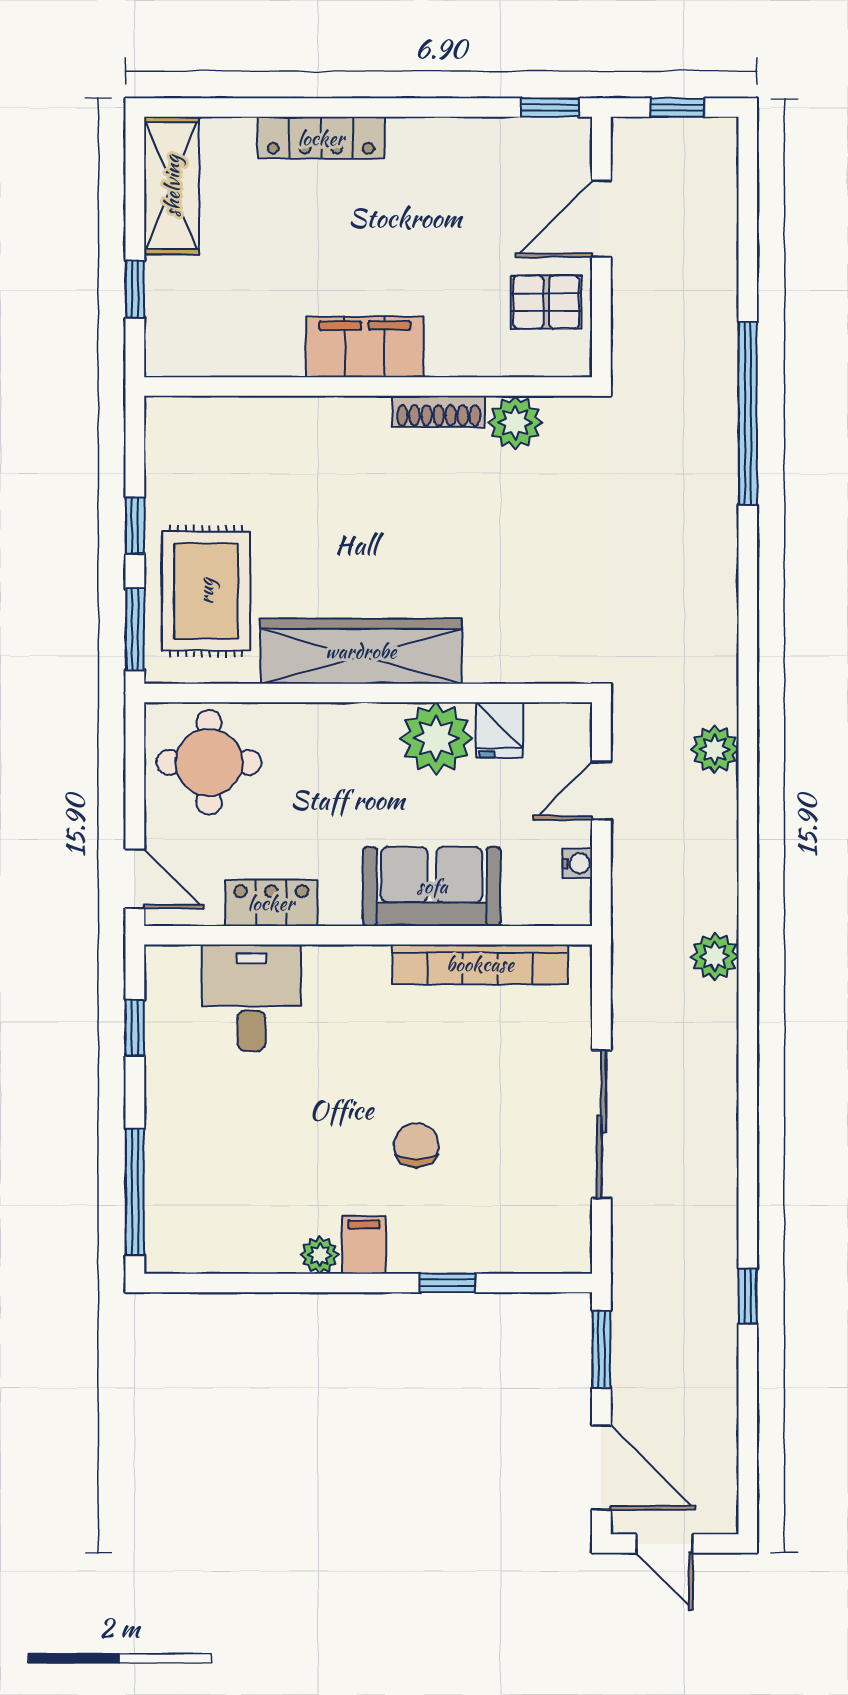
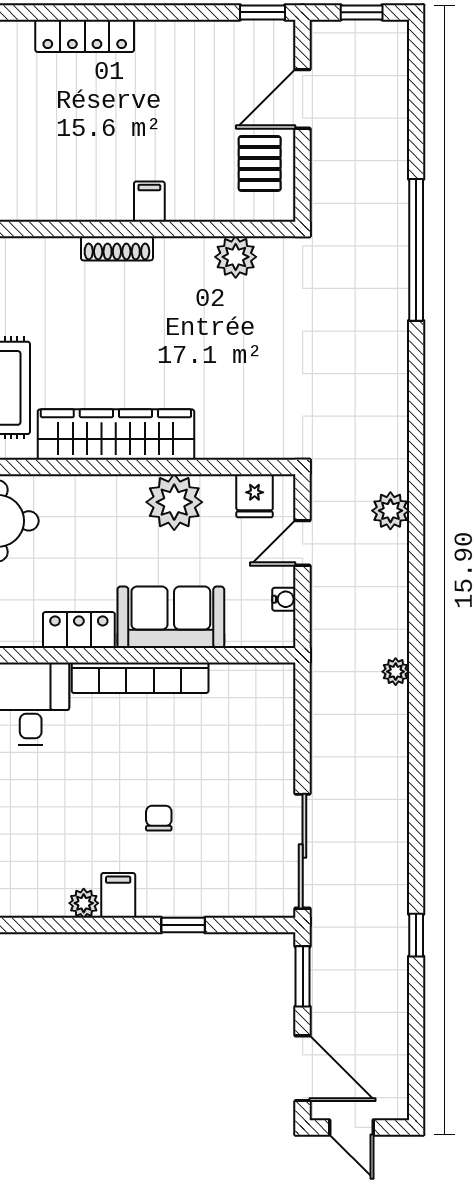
pallet: (546, 302) -> (260, 164), turned 90
filing cabinet: (365, 347) -> (149, 202), width x0.33, depth x0.86
shoe rack: (439, 411) -> (117, 248), moved
fridge: (499, 730) -> (255, 496), moved
locker: (271, 903) -> (79, 630), moved
plant: (715, 956) -> (396, 672), width x0.73, depth x0.73
bookcase: (480, 964) -> (140, 678), moved
sliding door: (601, 1124) -> (303, 851), moved
chair: (416, 1145) -> (159, 818), width x0.73, depth x0.73

